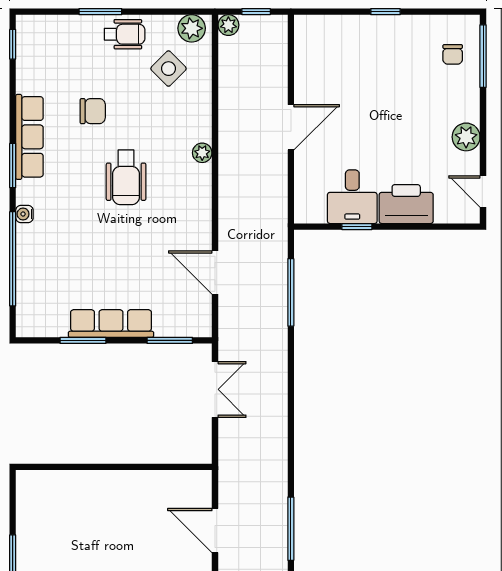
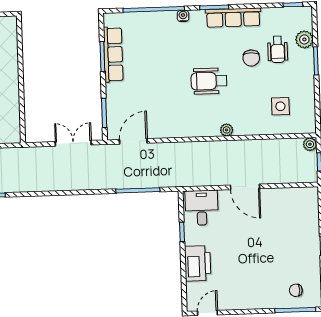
plant: (192, 28) -> (304, 39), moved
wheelchair: (125, 34) -> (278, 49), moved
side table: (169, 69) -> (280, 106), turned 45
plant: (466, 137) -> (242, 301), removed
desk: (352, 197) -> (202, 208), moved, turned 90
door: (215, 272) -> (133, 141), moved
row of seats: (111, 323) -> (113, 54), moved
double door: (215, 389) -> (73, 143), swing flipped

